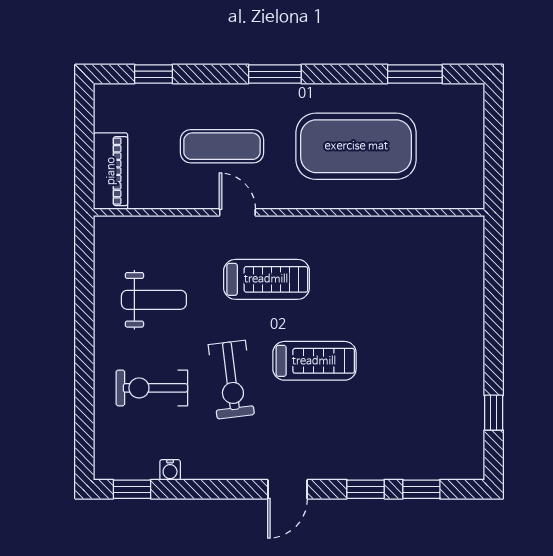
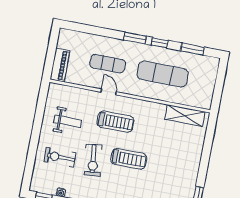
window: (154, 74) -> (160, 43), moved
exercise mat: (356, 146) -> (163, 74), width x0.68
shelving: (427, 234) -> (185, 116), added

